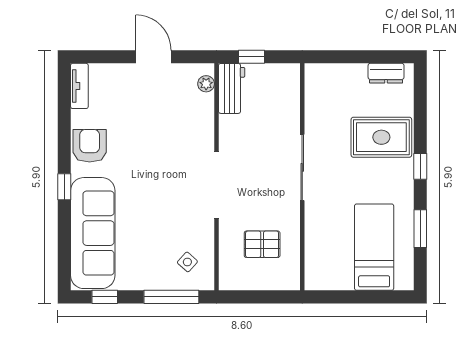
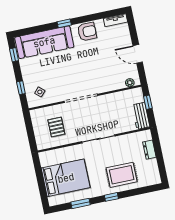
door: (153, 57) -> (138, 54), swing flipped
dresser: (386, 73) -> (149, 150), moved
workbench: (232, 88) -> (141, 116), moved, turned 90
rug: (381, 137) -> (122, 175), turned 90
bed: (374, 247) -> (66, 178), width x1.50
window: (171, 297) -> (21, 88), width x0.46

